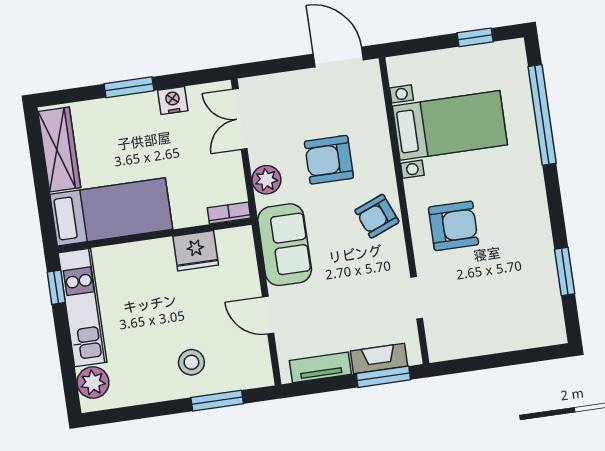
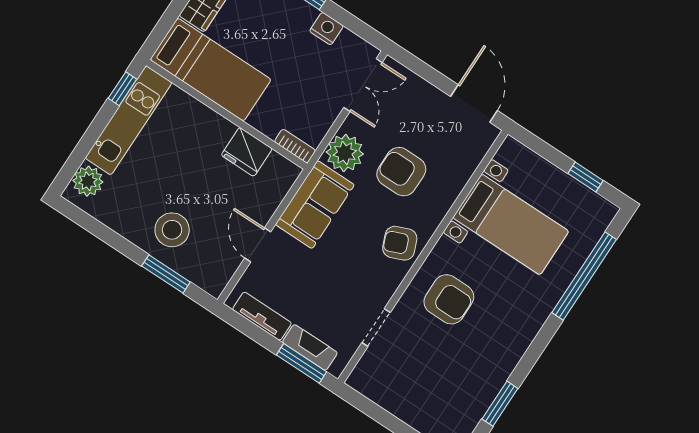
double door: (240, 119) -> (363, 85), swing flipped
plant: (266, 180) -> (345, 153), width x1.36, depth x1.36
stool: (191, 362) -> (172, 230), width x1.38, depth x1.38

